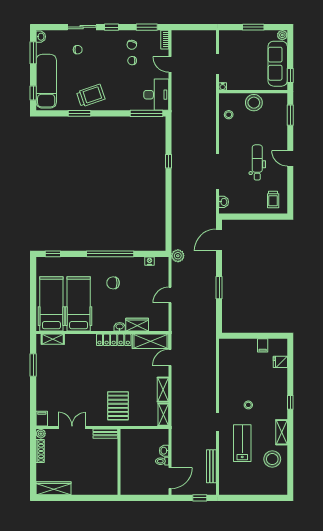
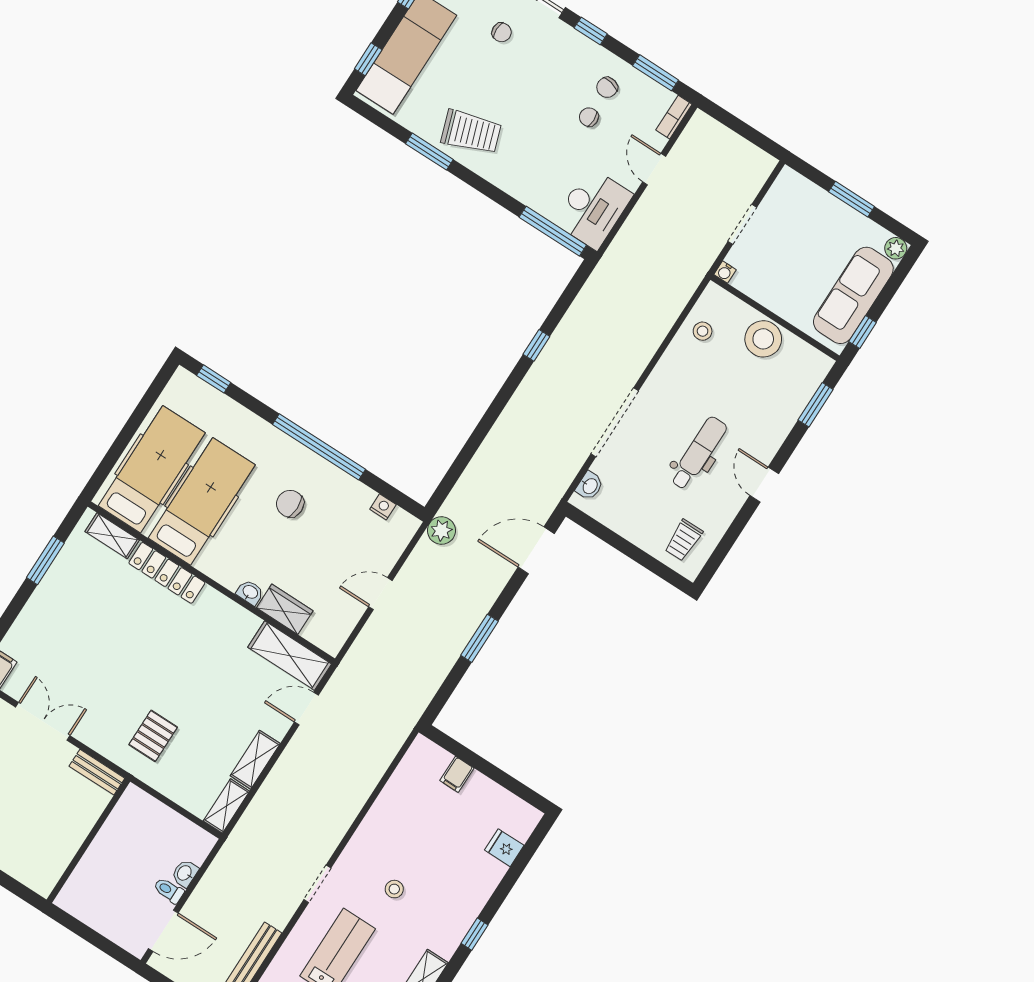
locker: (114, 340) -> (167, 573), moved
filing cabinet: (263, 345) -> (457, 774), moved
pallet: (118, 406) -> (153, 736), width x0.67, depth x0.71

